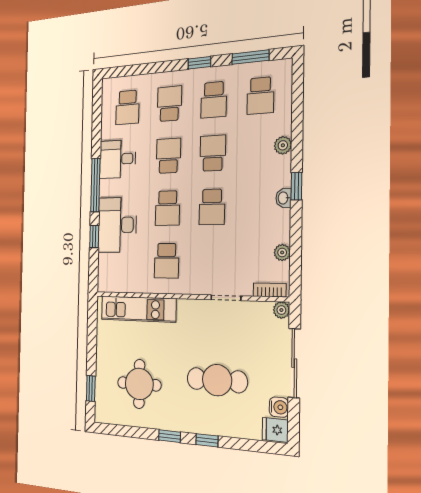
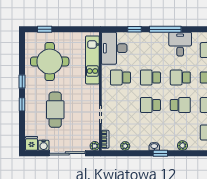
school desk: (168, 156) -> (180, 78), turned 180
desk: (117, 225) -> (114, 48), moved, turned -90
round table: (139, 384) -> (50, 62), width x1.36, depth x1.36

